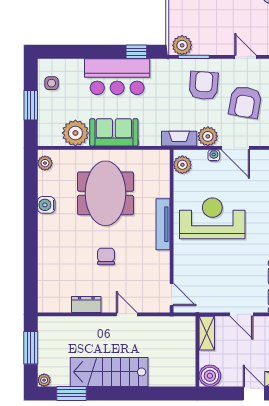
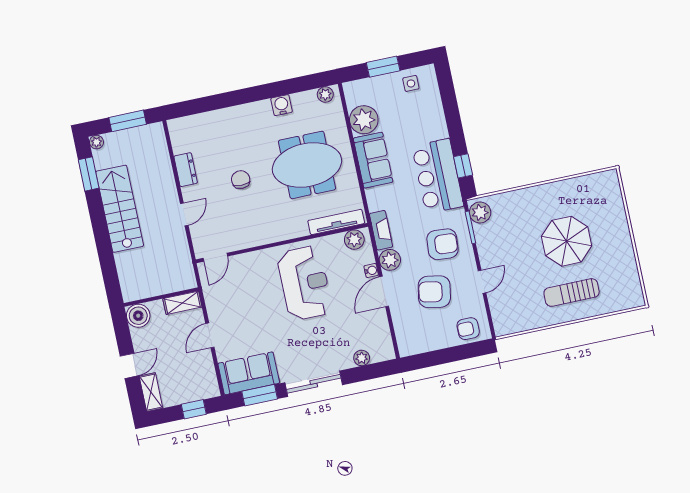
bar counter: (117, 77) -> (438, 176), moved
tv unit: (163, 224) -> (336, 222), moved
chair: (106, 256) -> (241, 180), turned -90

